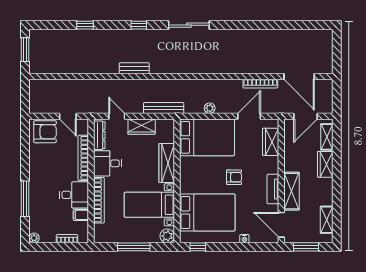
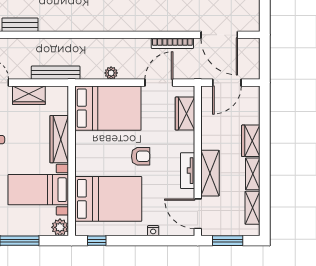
shelving: (327, 137) -> (253, 174), moved

